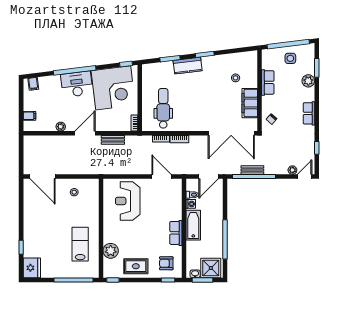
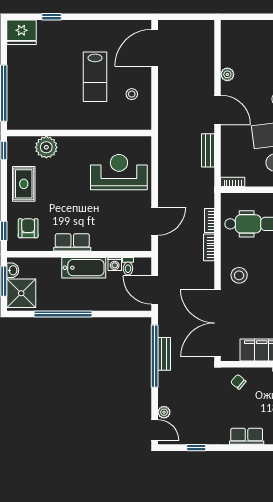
filing cabinet: (29, 116) -> (243, 29), removed
stool: (199, 119) -> (239, 275), added
lab bench: (80, 244) -> (95, 77), moved, turned 90

